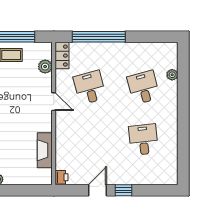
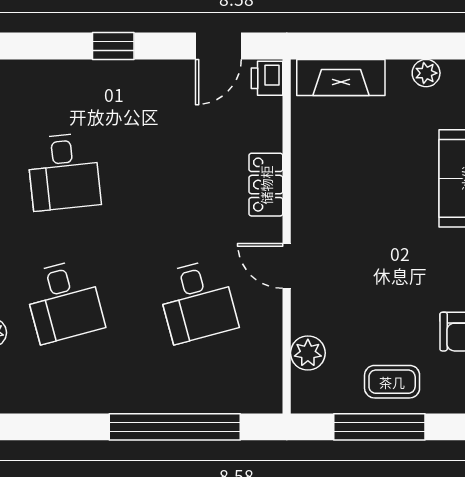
locker: (62, 56) -> (266, 185), moved
fireplace: (45, 150) -> (341, 77), moved, turned 90
door: (98, 190) -> (218, 46), moved

